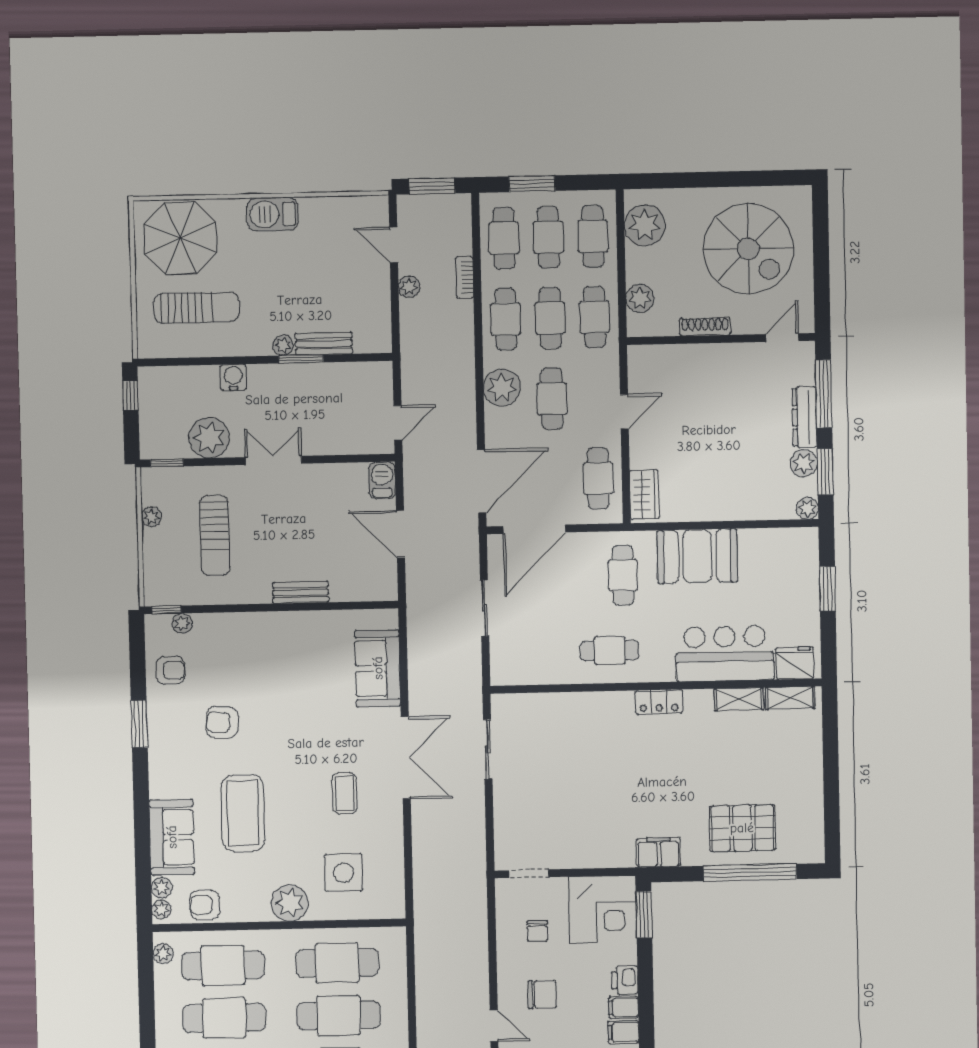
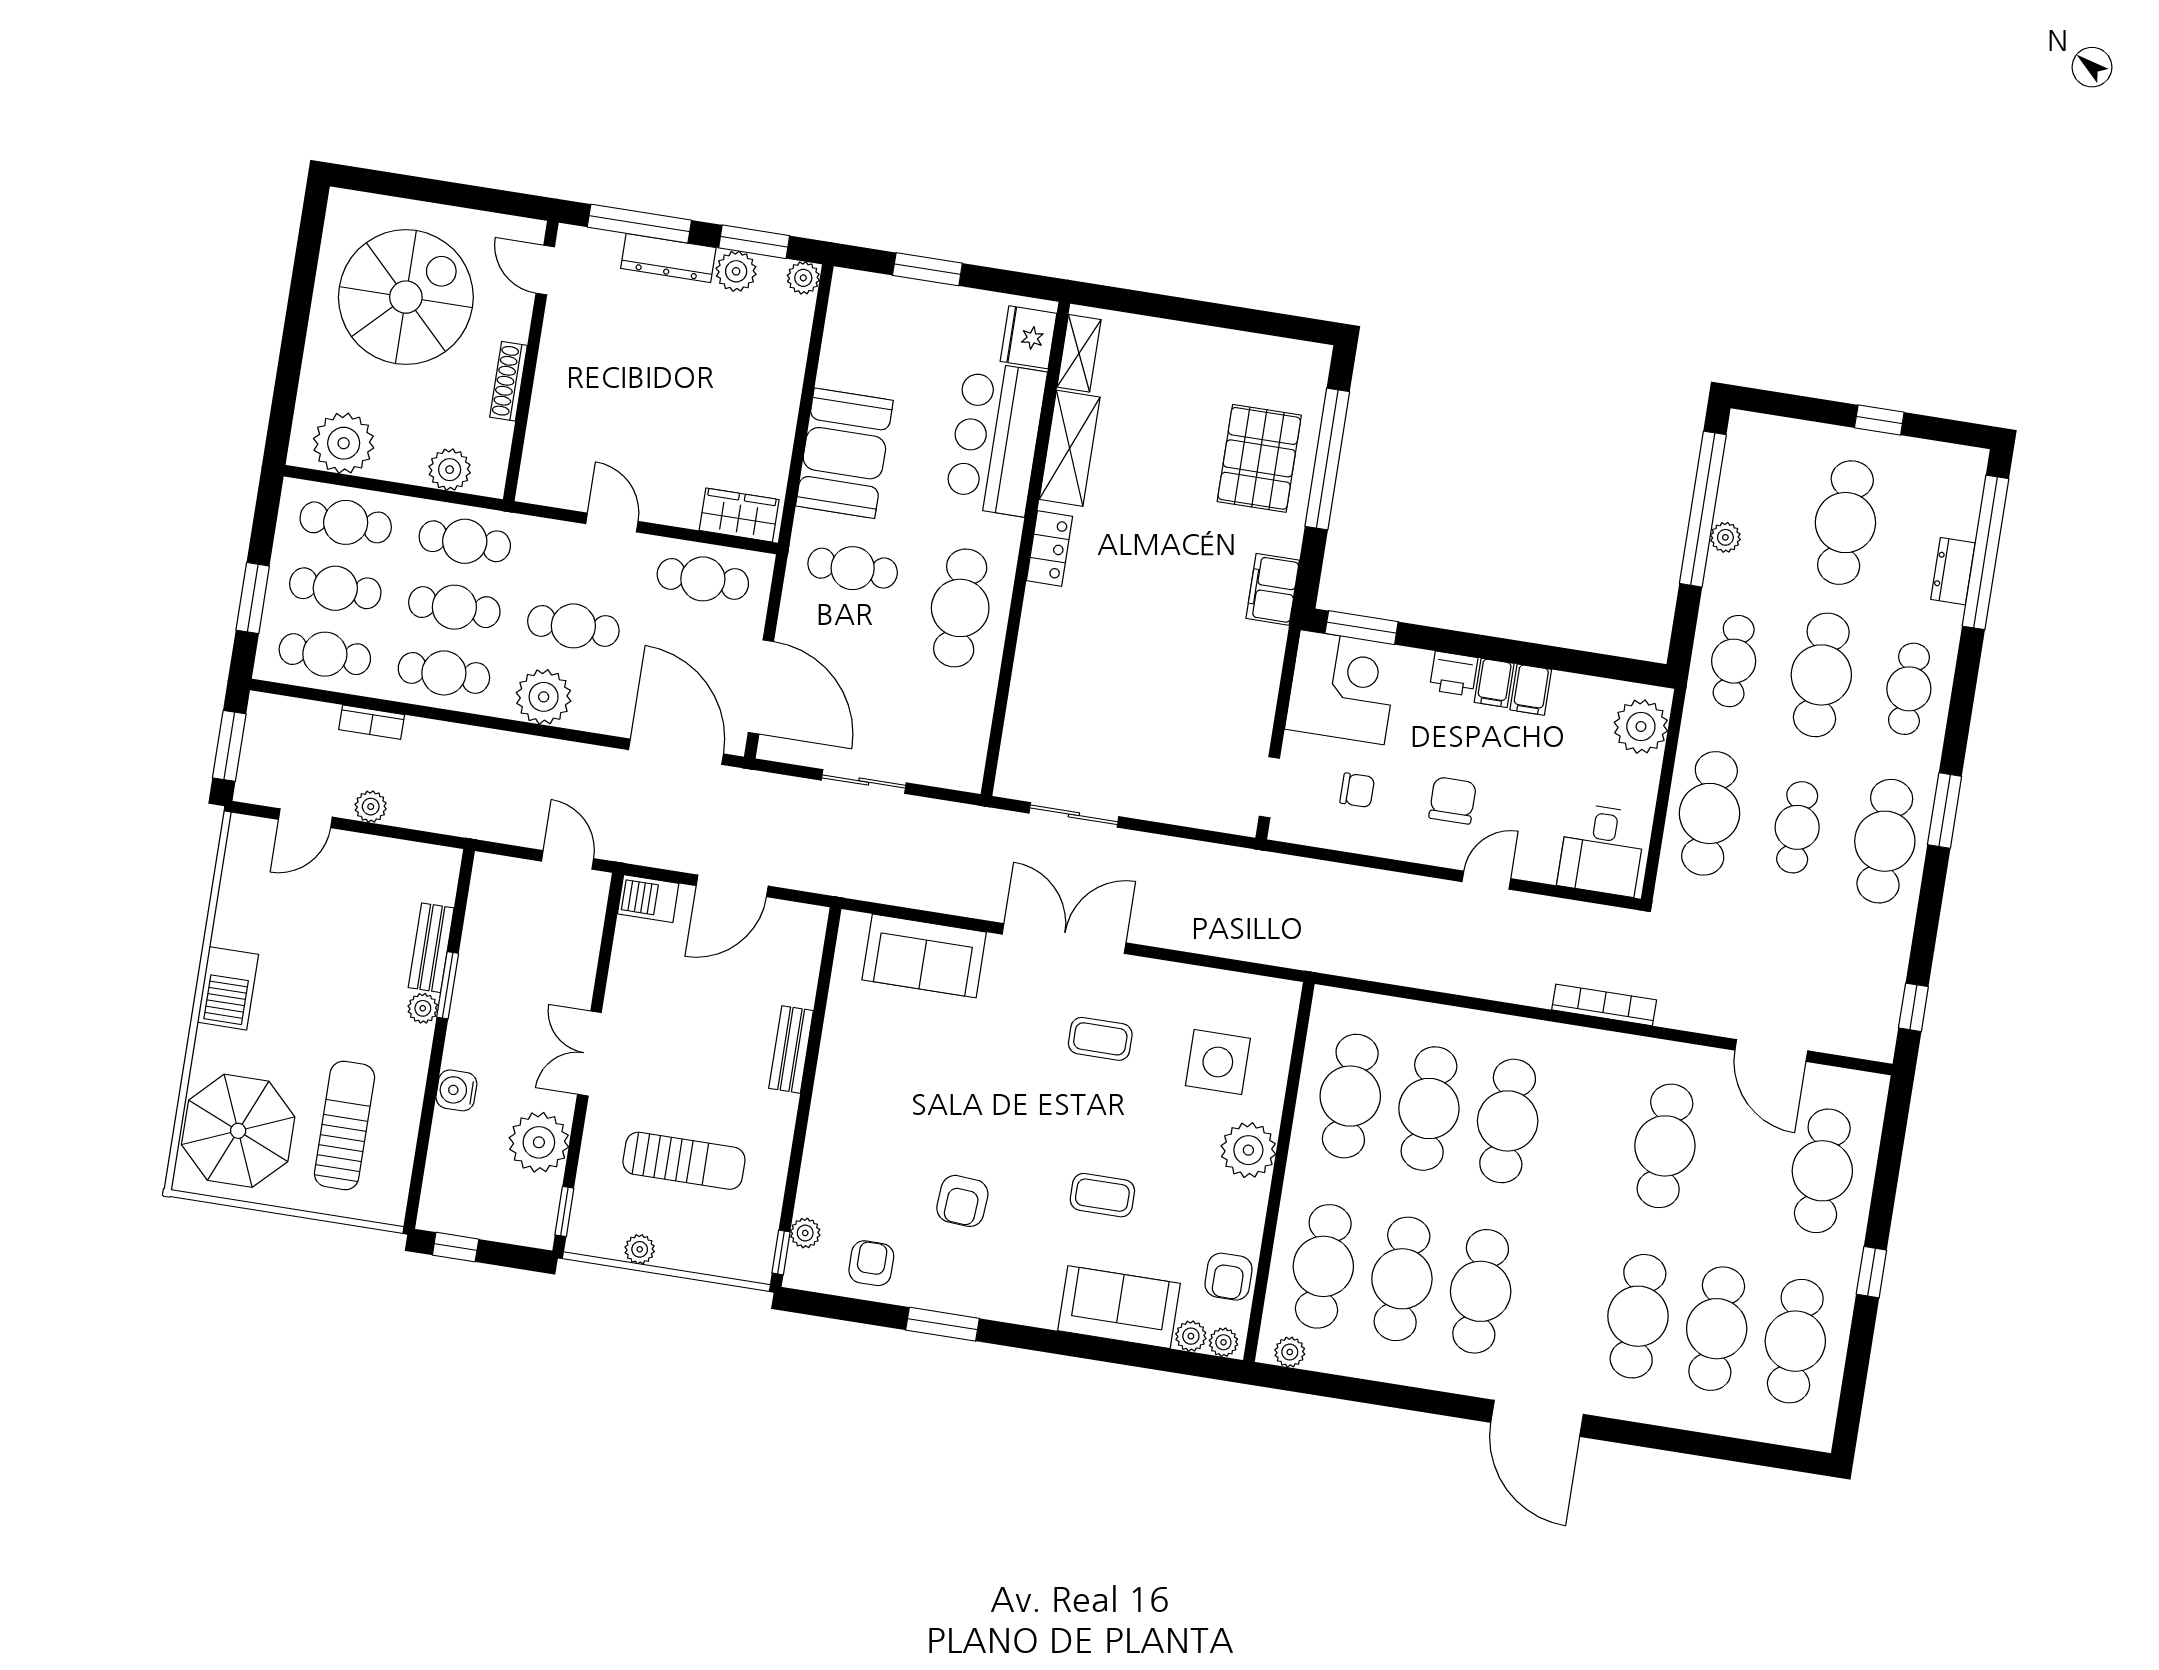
cafe table: (610, 650) -> (960, 608), width x1.37, depth x1.35
shelving: (739, 699) -> (1070, 448), width x1.50, depth x1.33
coffee table: (243, 813) -> (1102, 1195), width x0.54, depth x0.58

